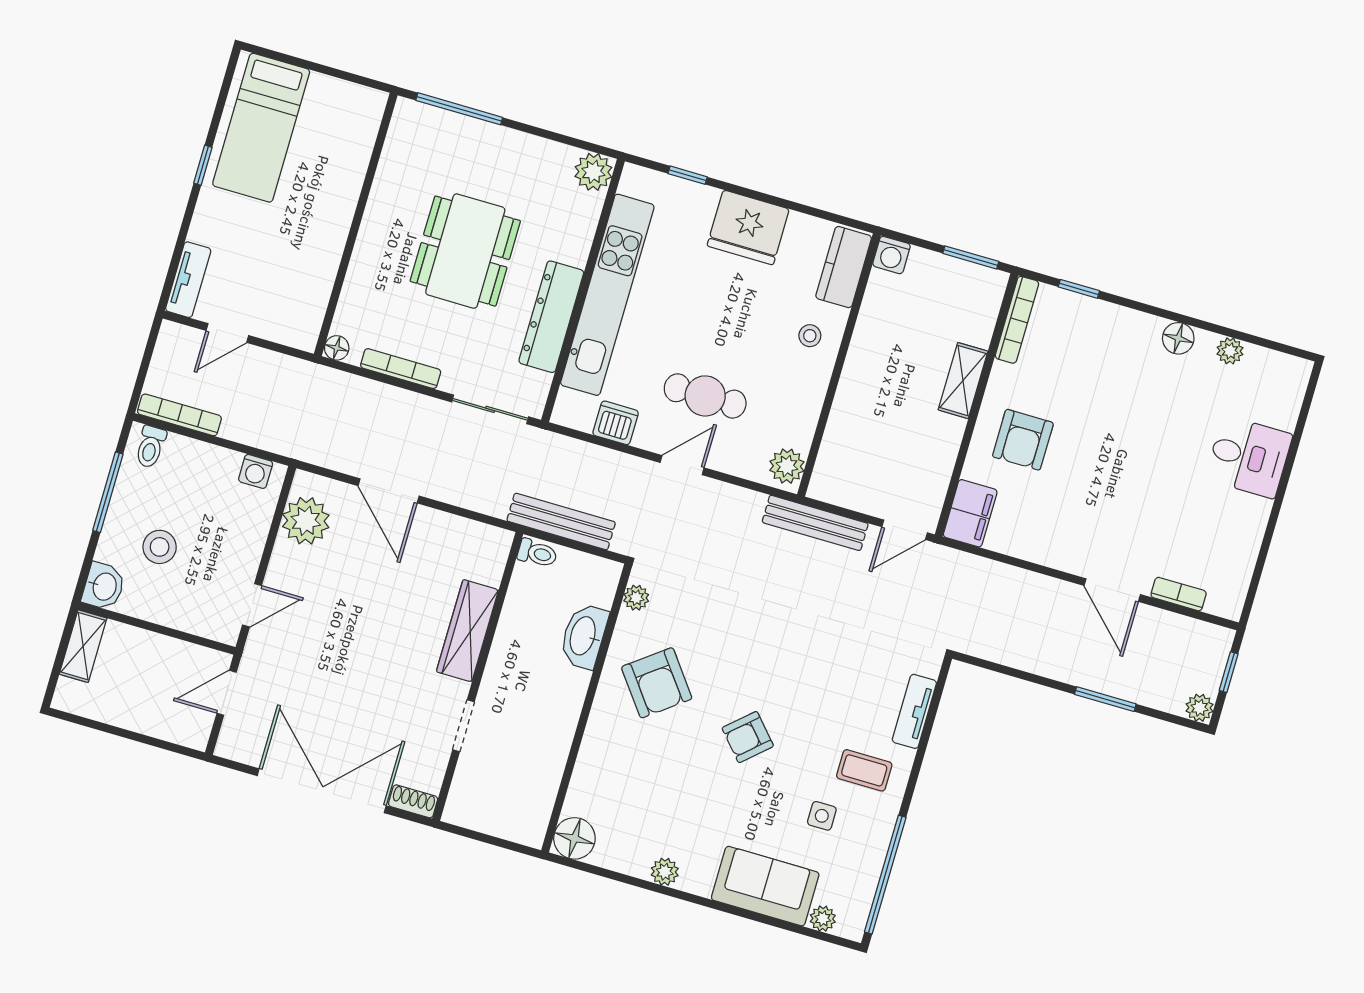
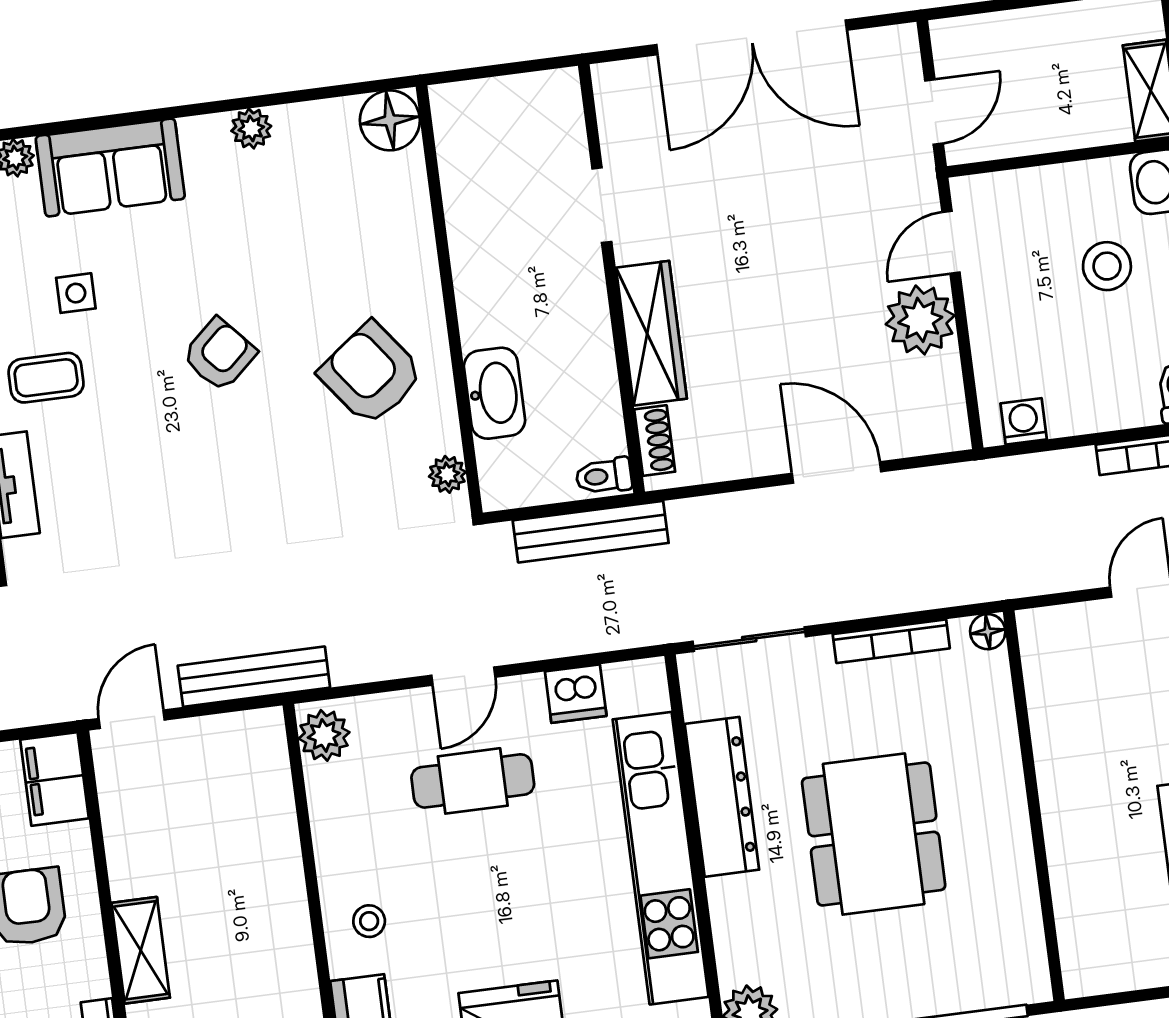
plant: (306, 521) -> (920, 320), moved
shoe rack: (413, 801) -> (655, 441), moved, turned -90

